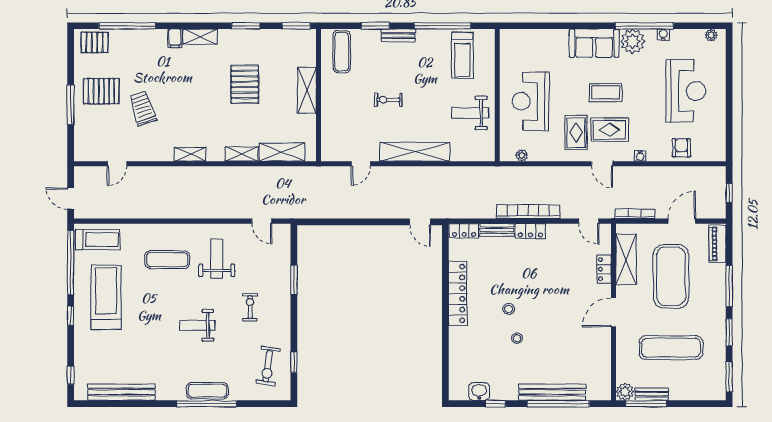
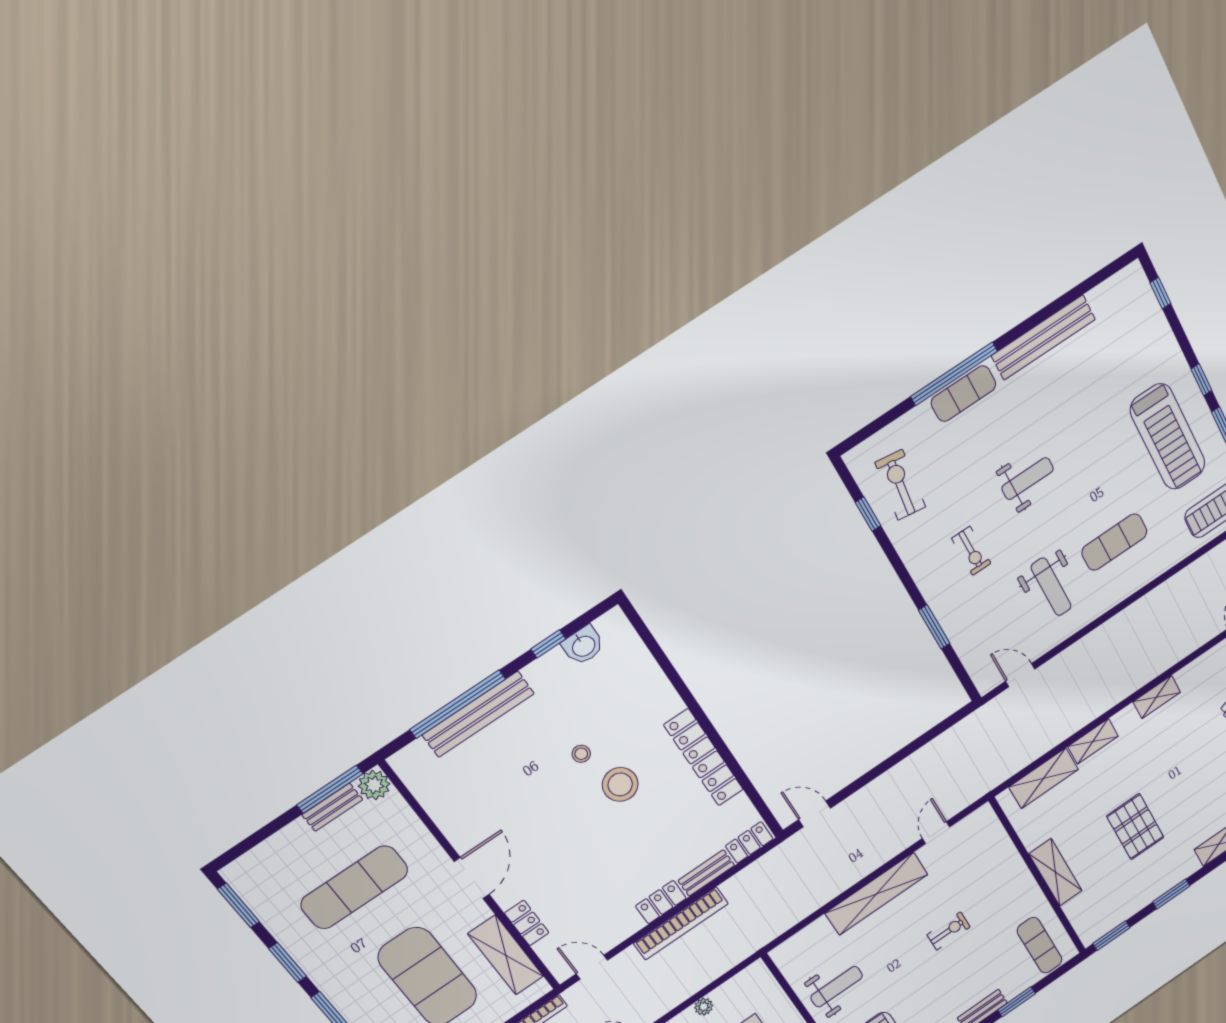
plant: (522, 155) -> (704, 1007), moved
stool: (509, 309) -> (620, 784), width x1.89, depth x1.89
bench: (121, 392) -> (1043, 337), moved

